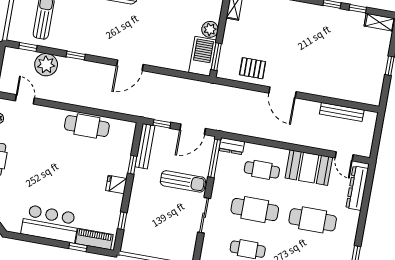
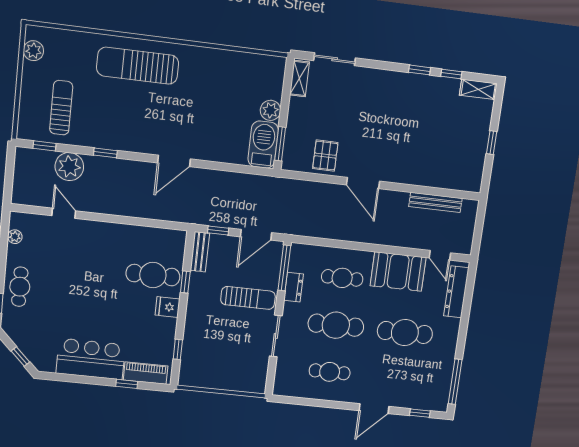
pallet: (253, 68) -> (325, 156), turned 90
door: (25, 99) -> (64, 213), moved
cafe table: (87, 126) -> (153, 275), moved
bench: (145, 146) -> (200, 252), width x0.73
dresser: (232, 146) -> (294, 287), moved, turned -90

